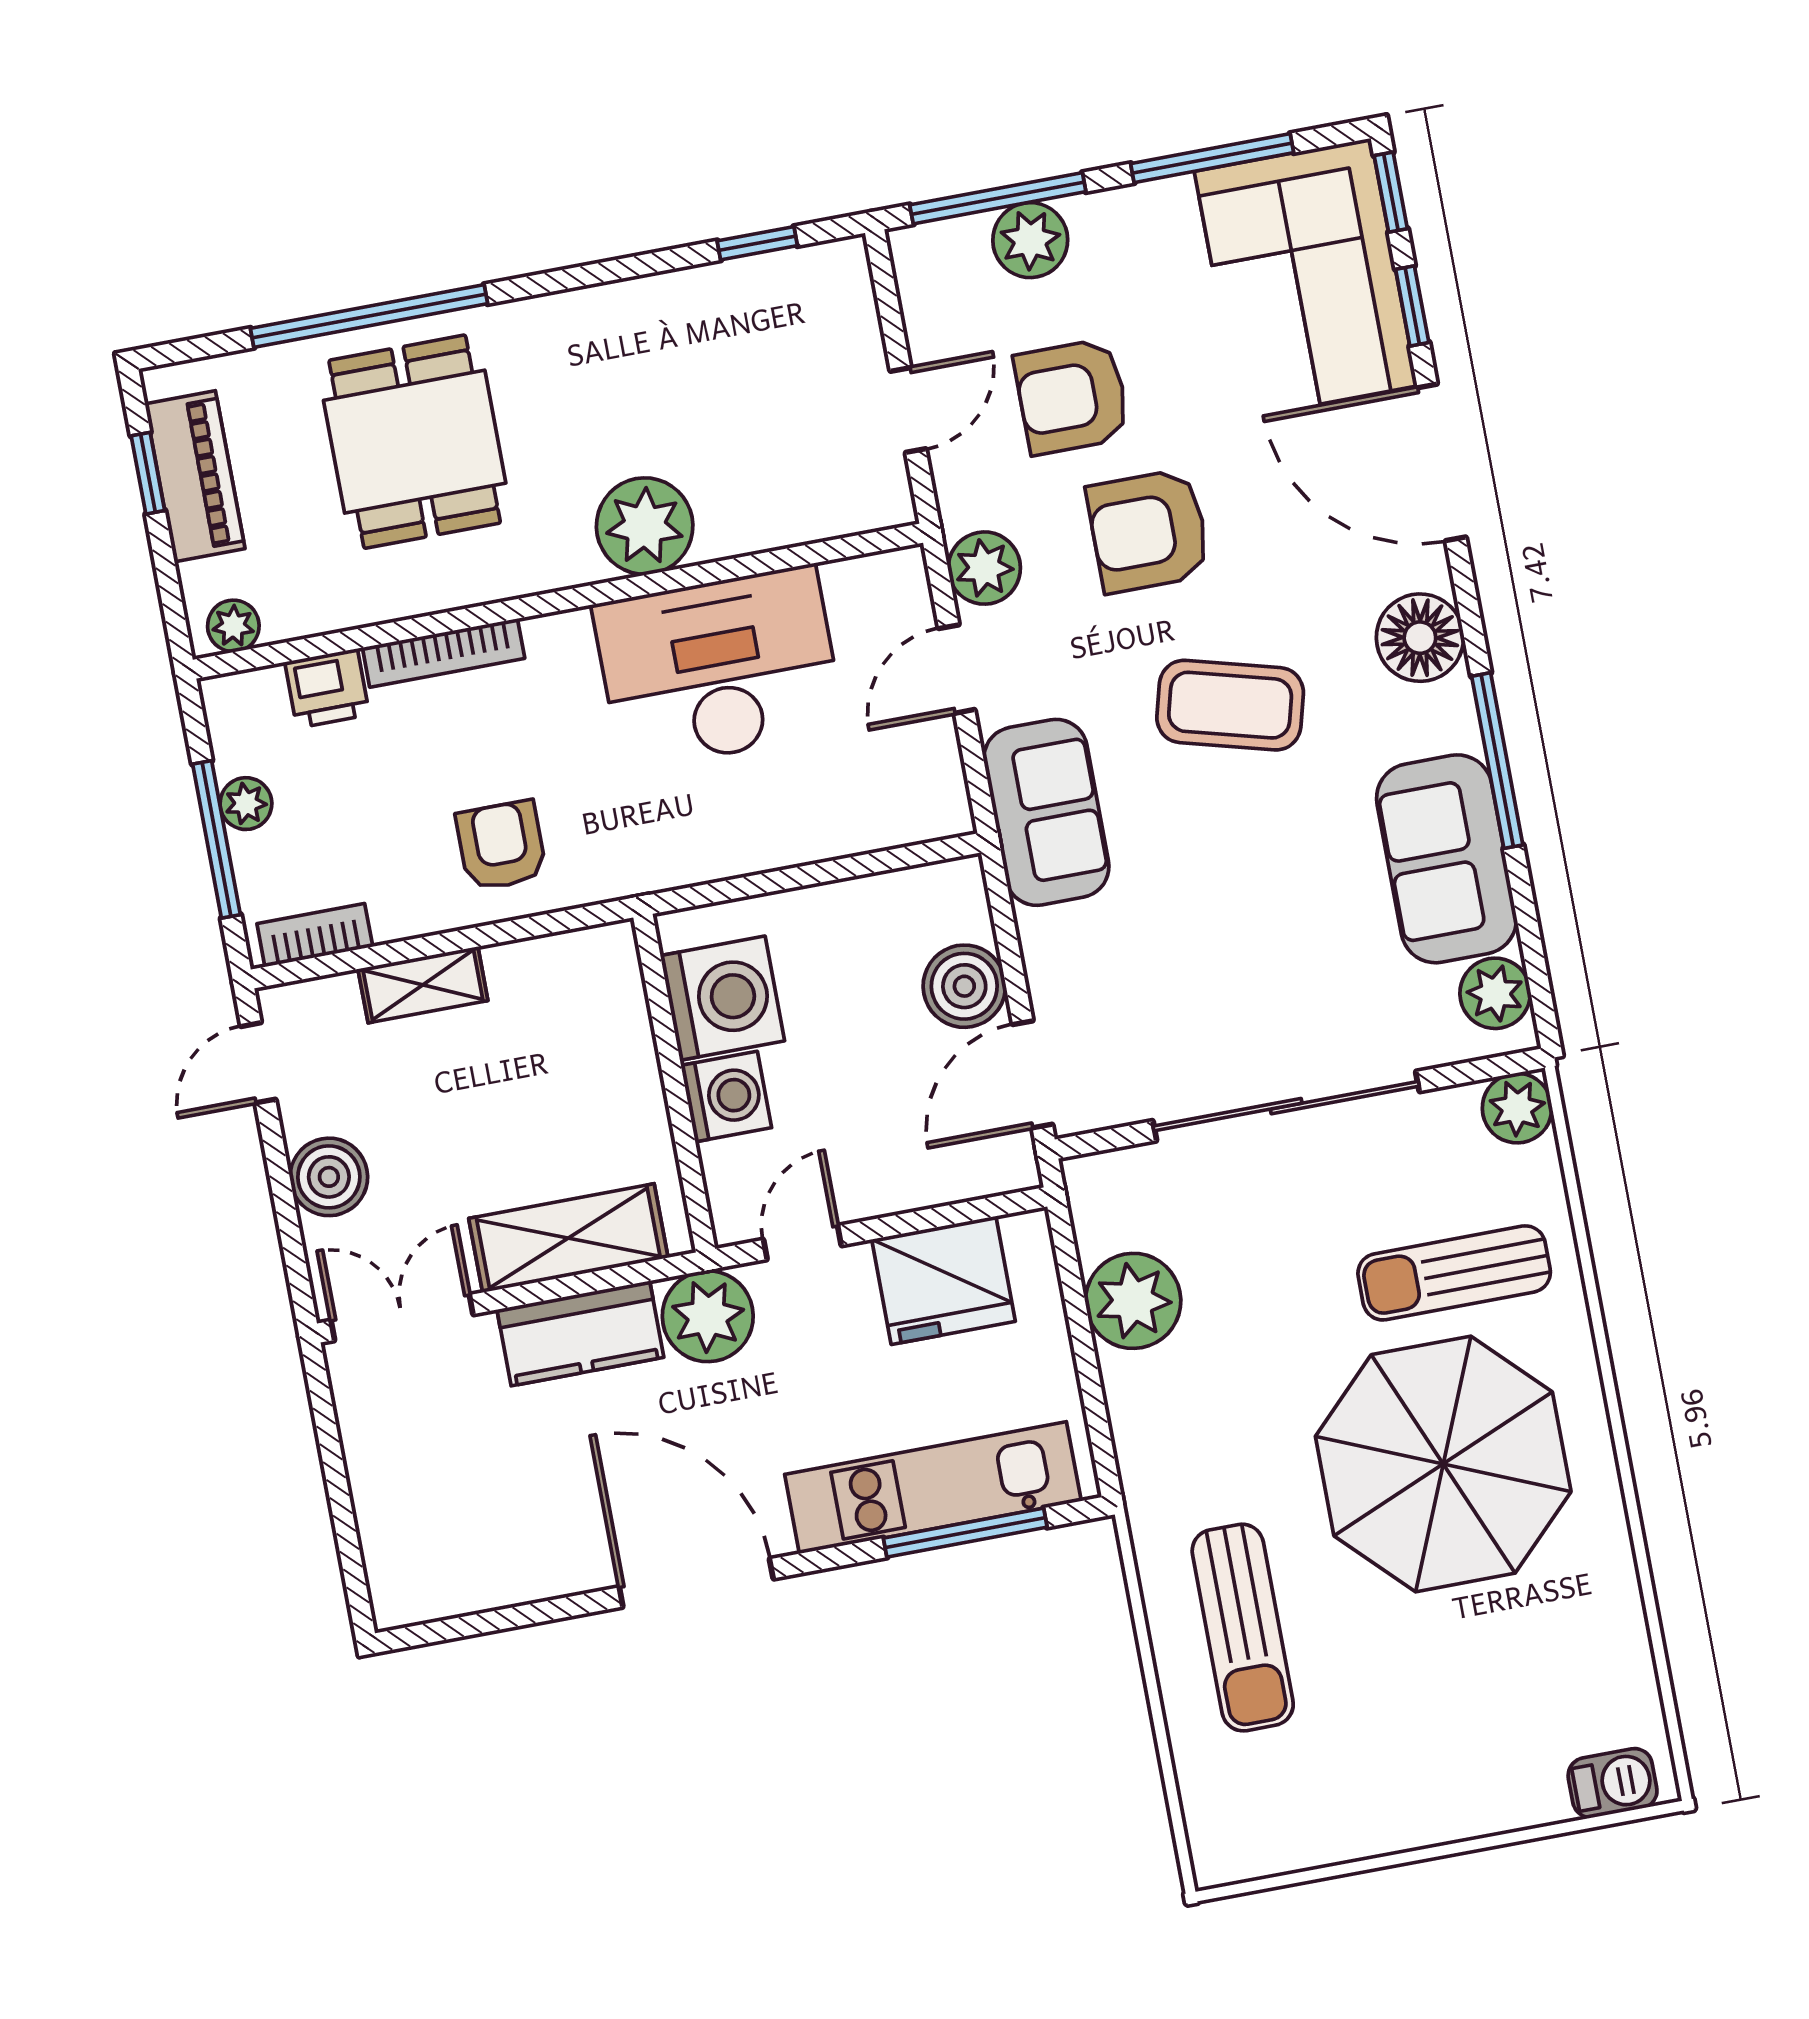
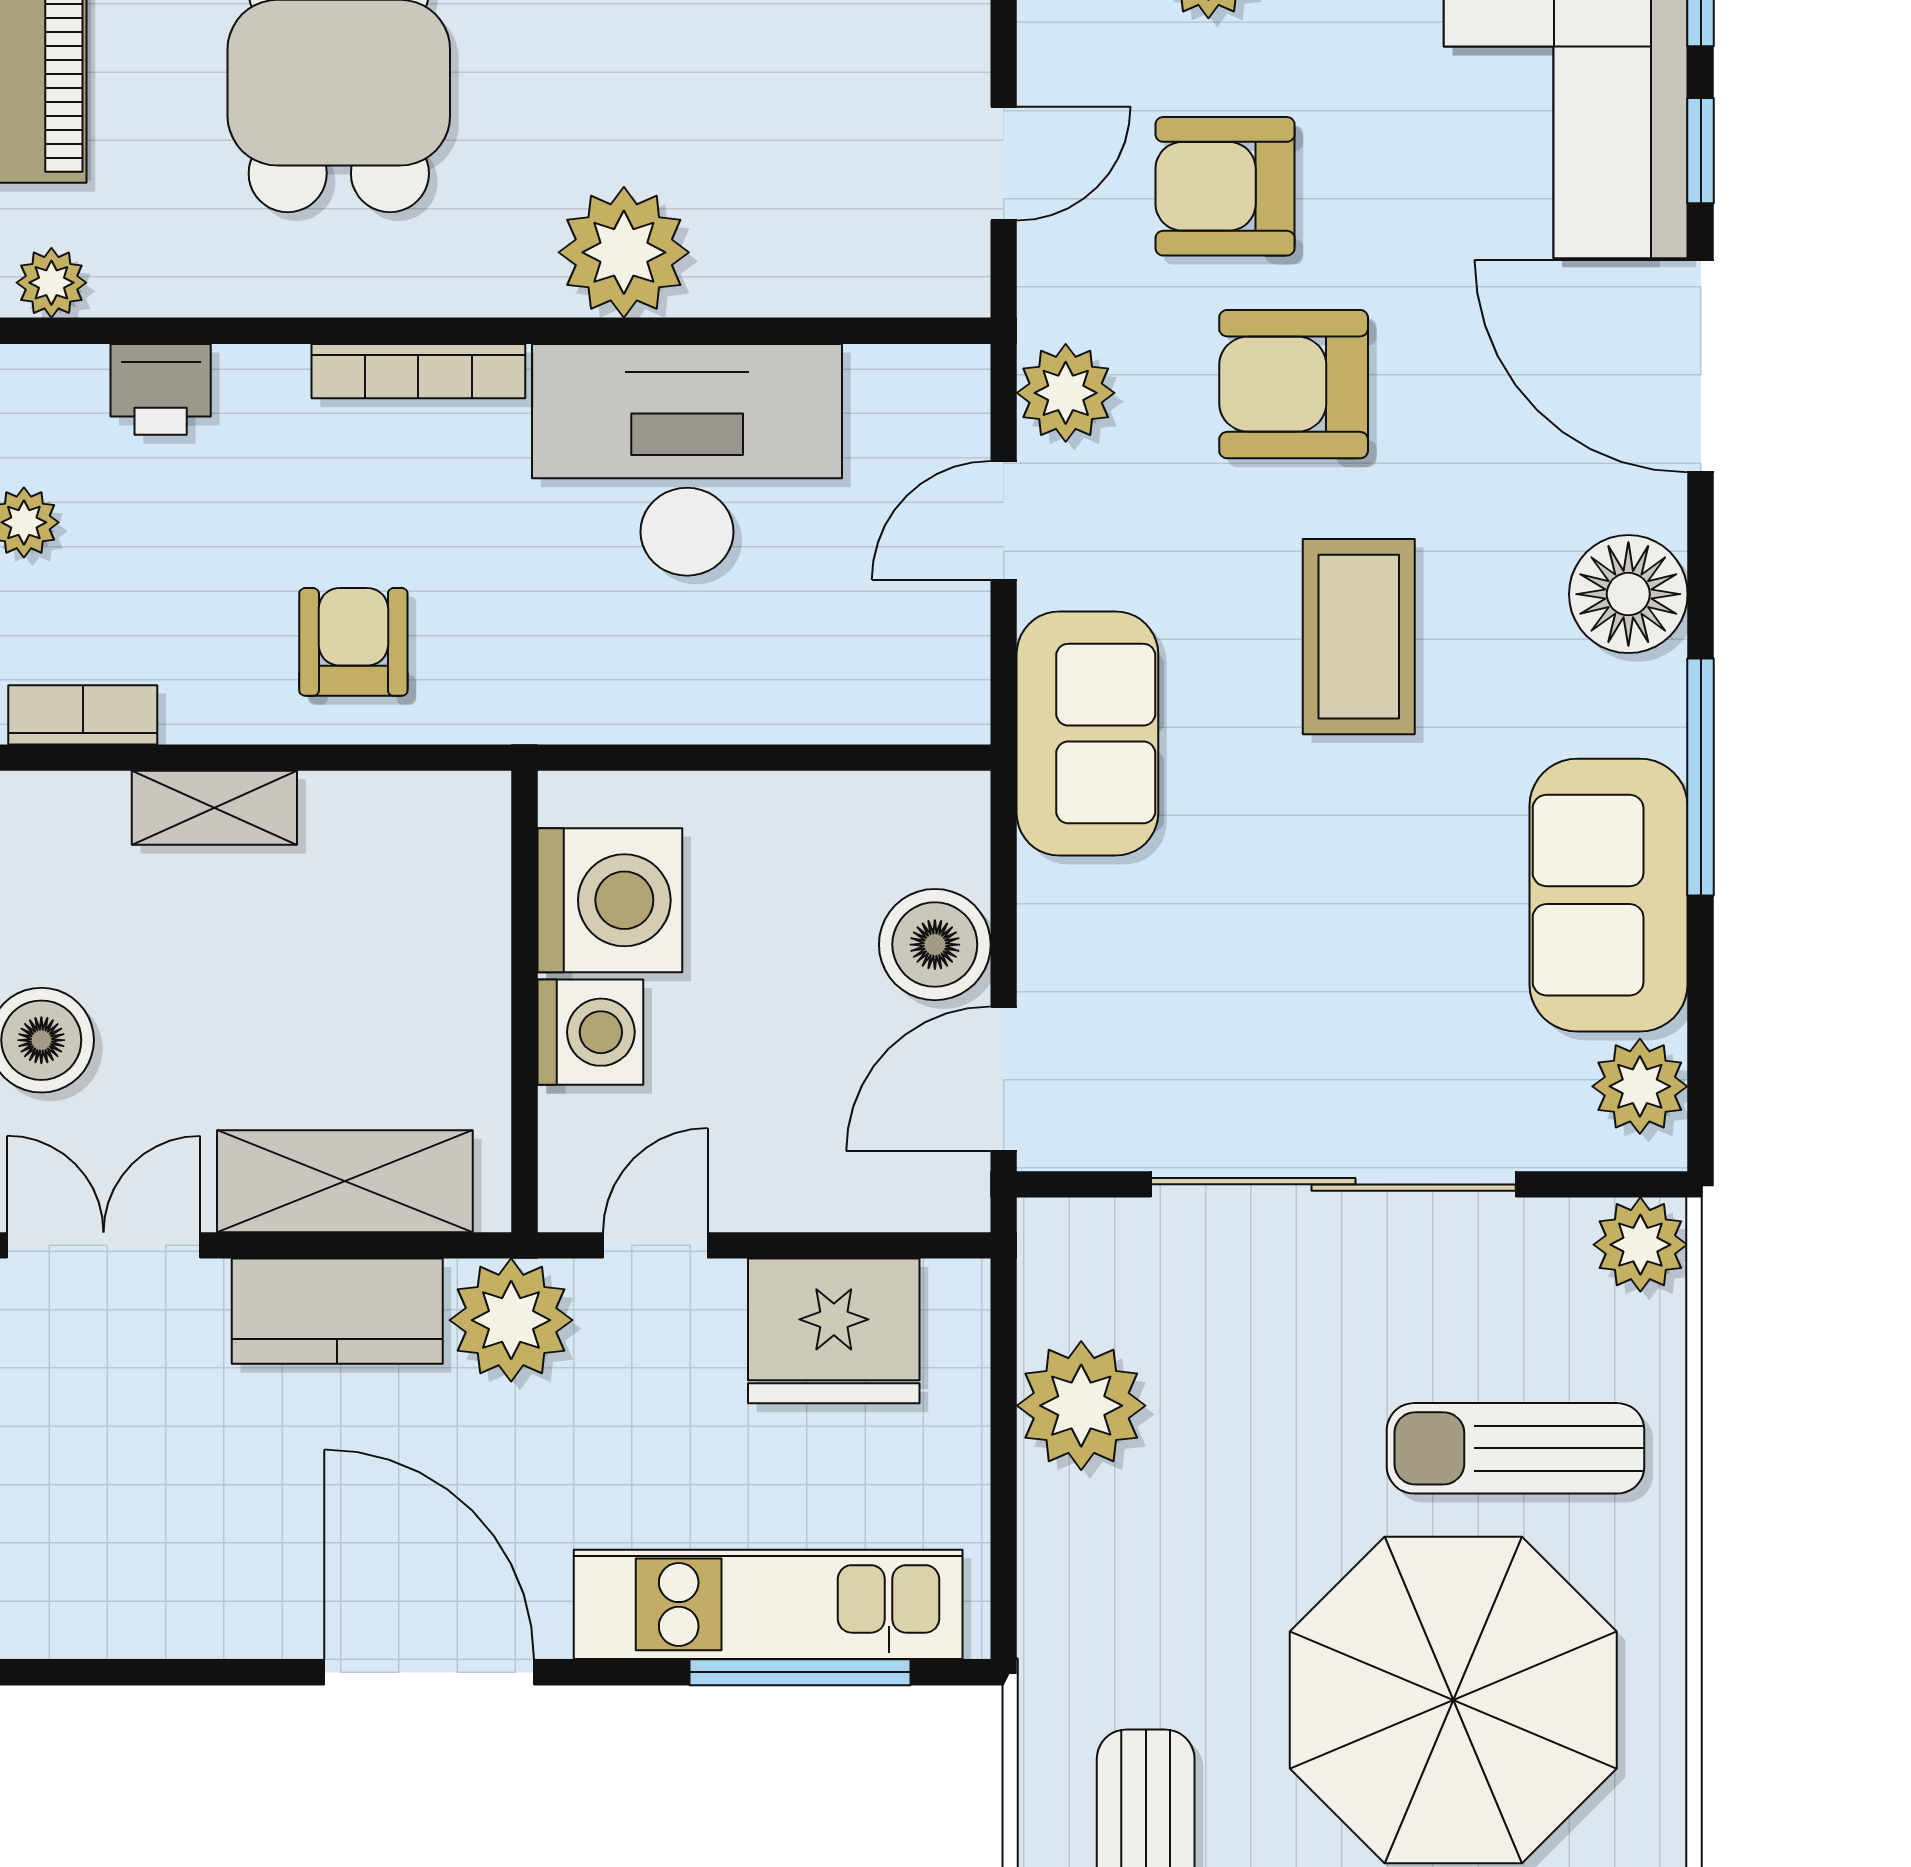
bookcase: (444, 653) -> (418, 371), moved
coffee table: (1230, 705) -> (1359, 637), turned 75

